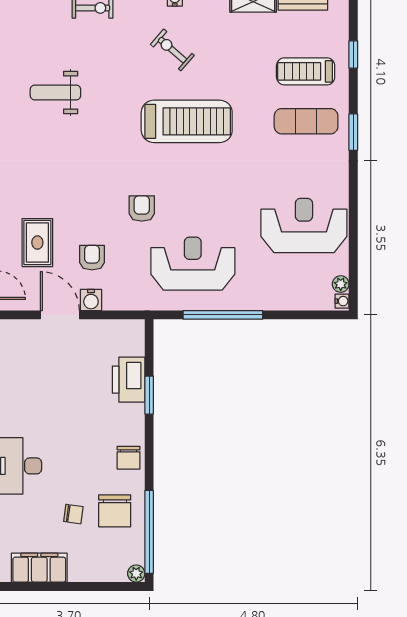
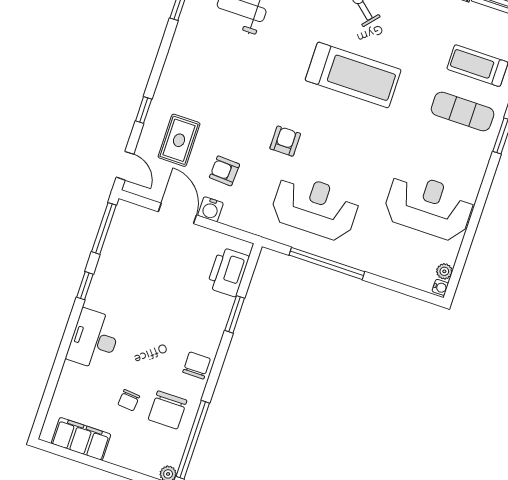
armchair: (92, 258) -> (224, 171), turned -87
printer: (129, 380) -> (228, 272), moved
chair: (129, 458) -> (197, 365), turned 180
chair: (73, 514) -> (129, 400), turned 87

